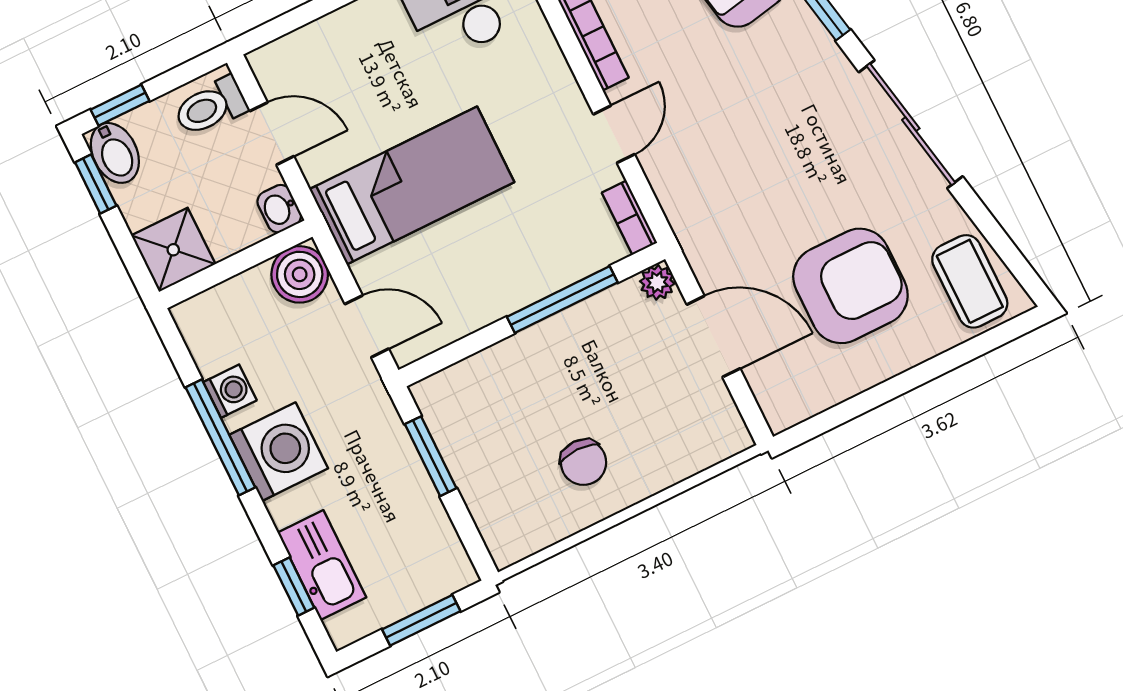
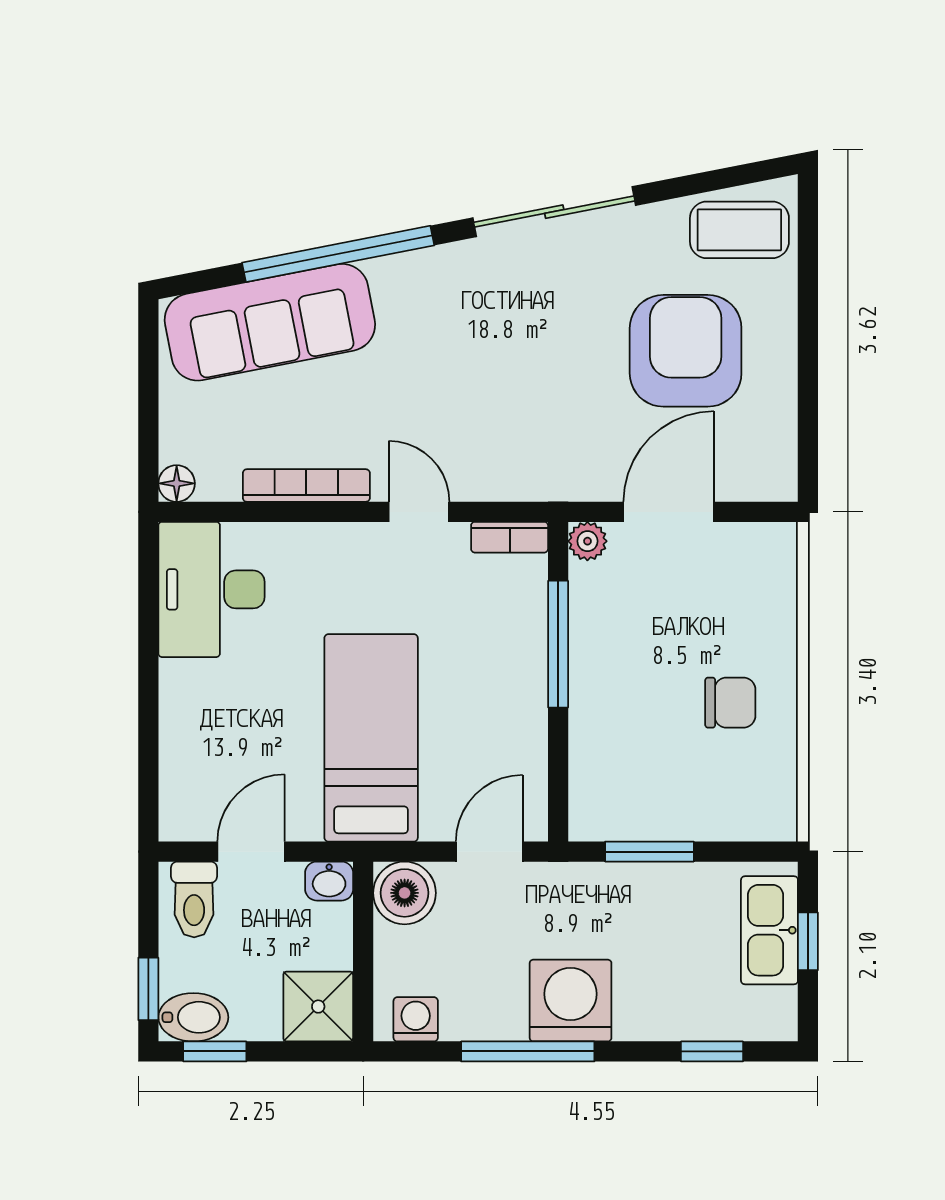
washing machine: (230, 391) -> (416, 1019), moved
kitchen sink: (322, 565) -> (769, 930), moved, turned -90
window: (421, 620) -> (808, 941), width x0.67

